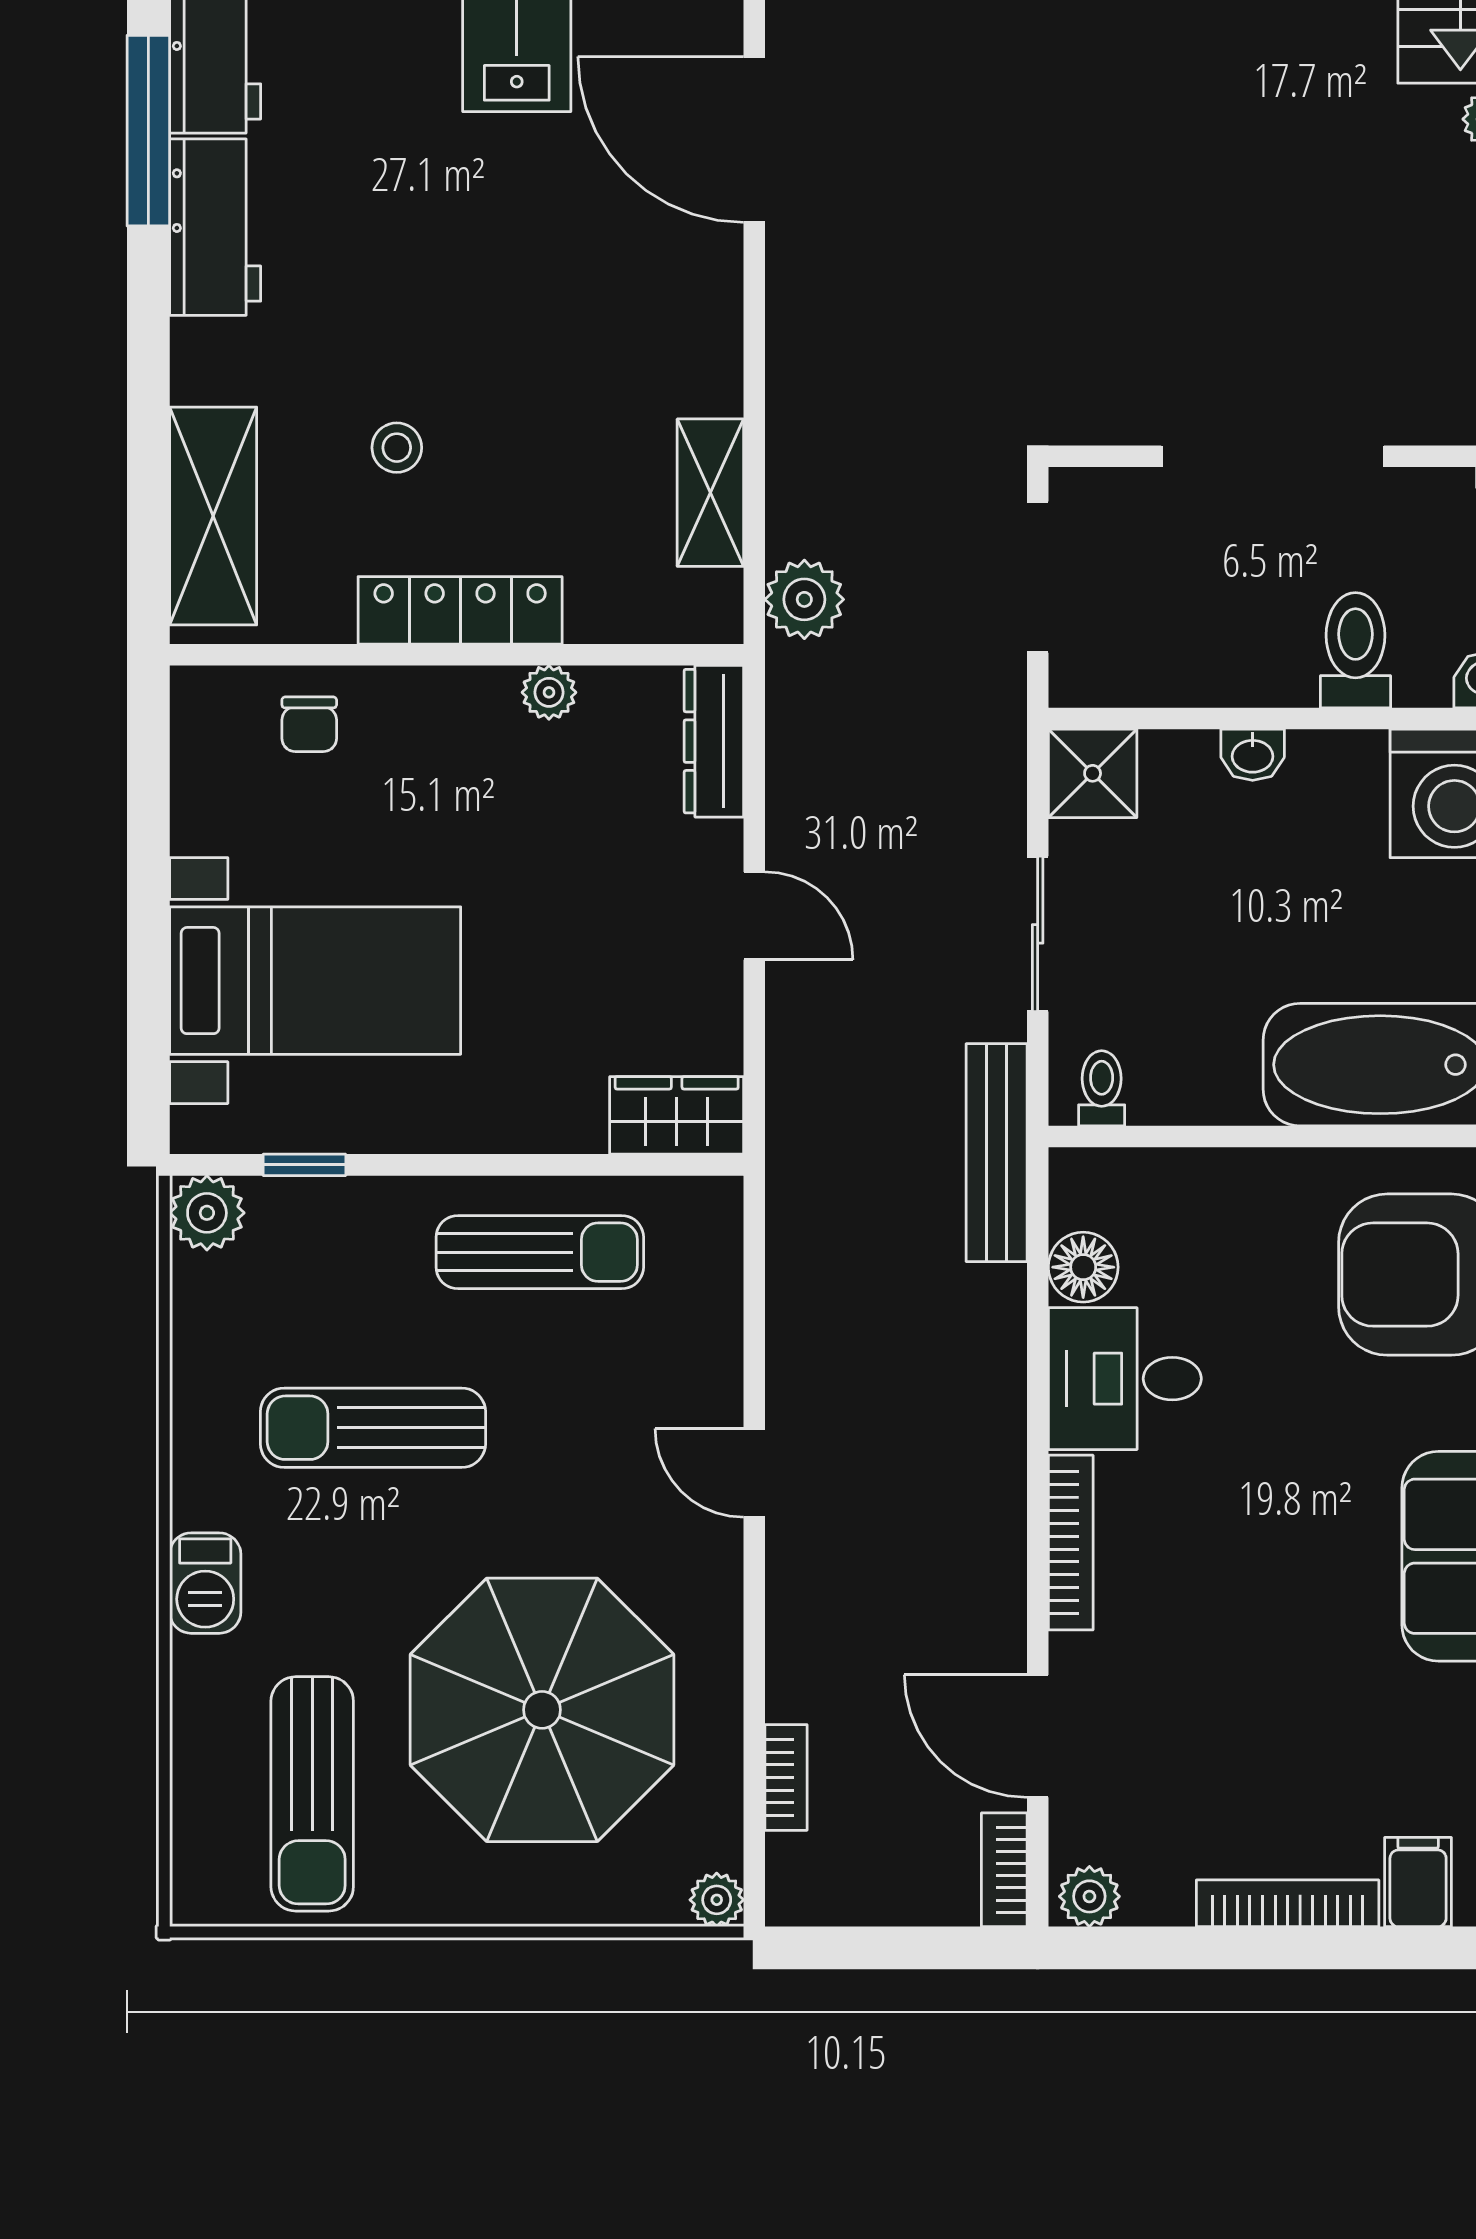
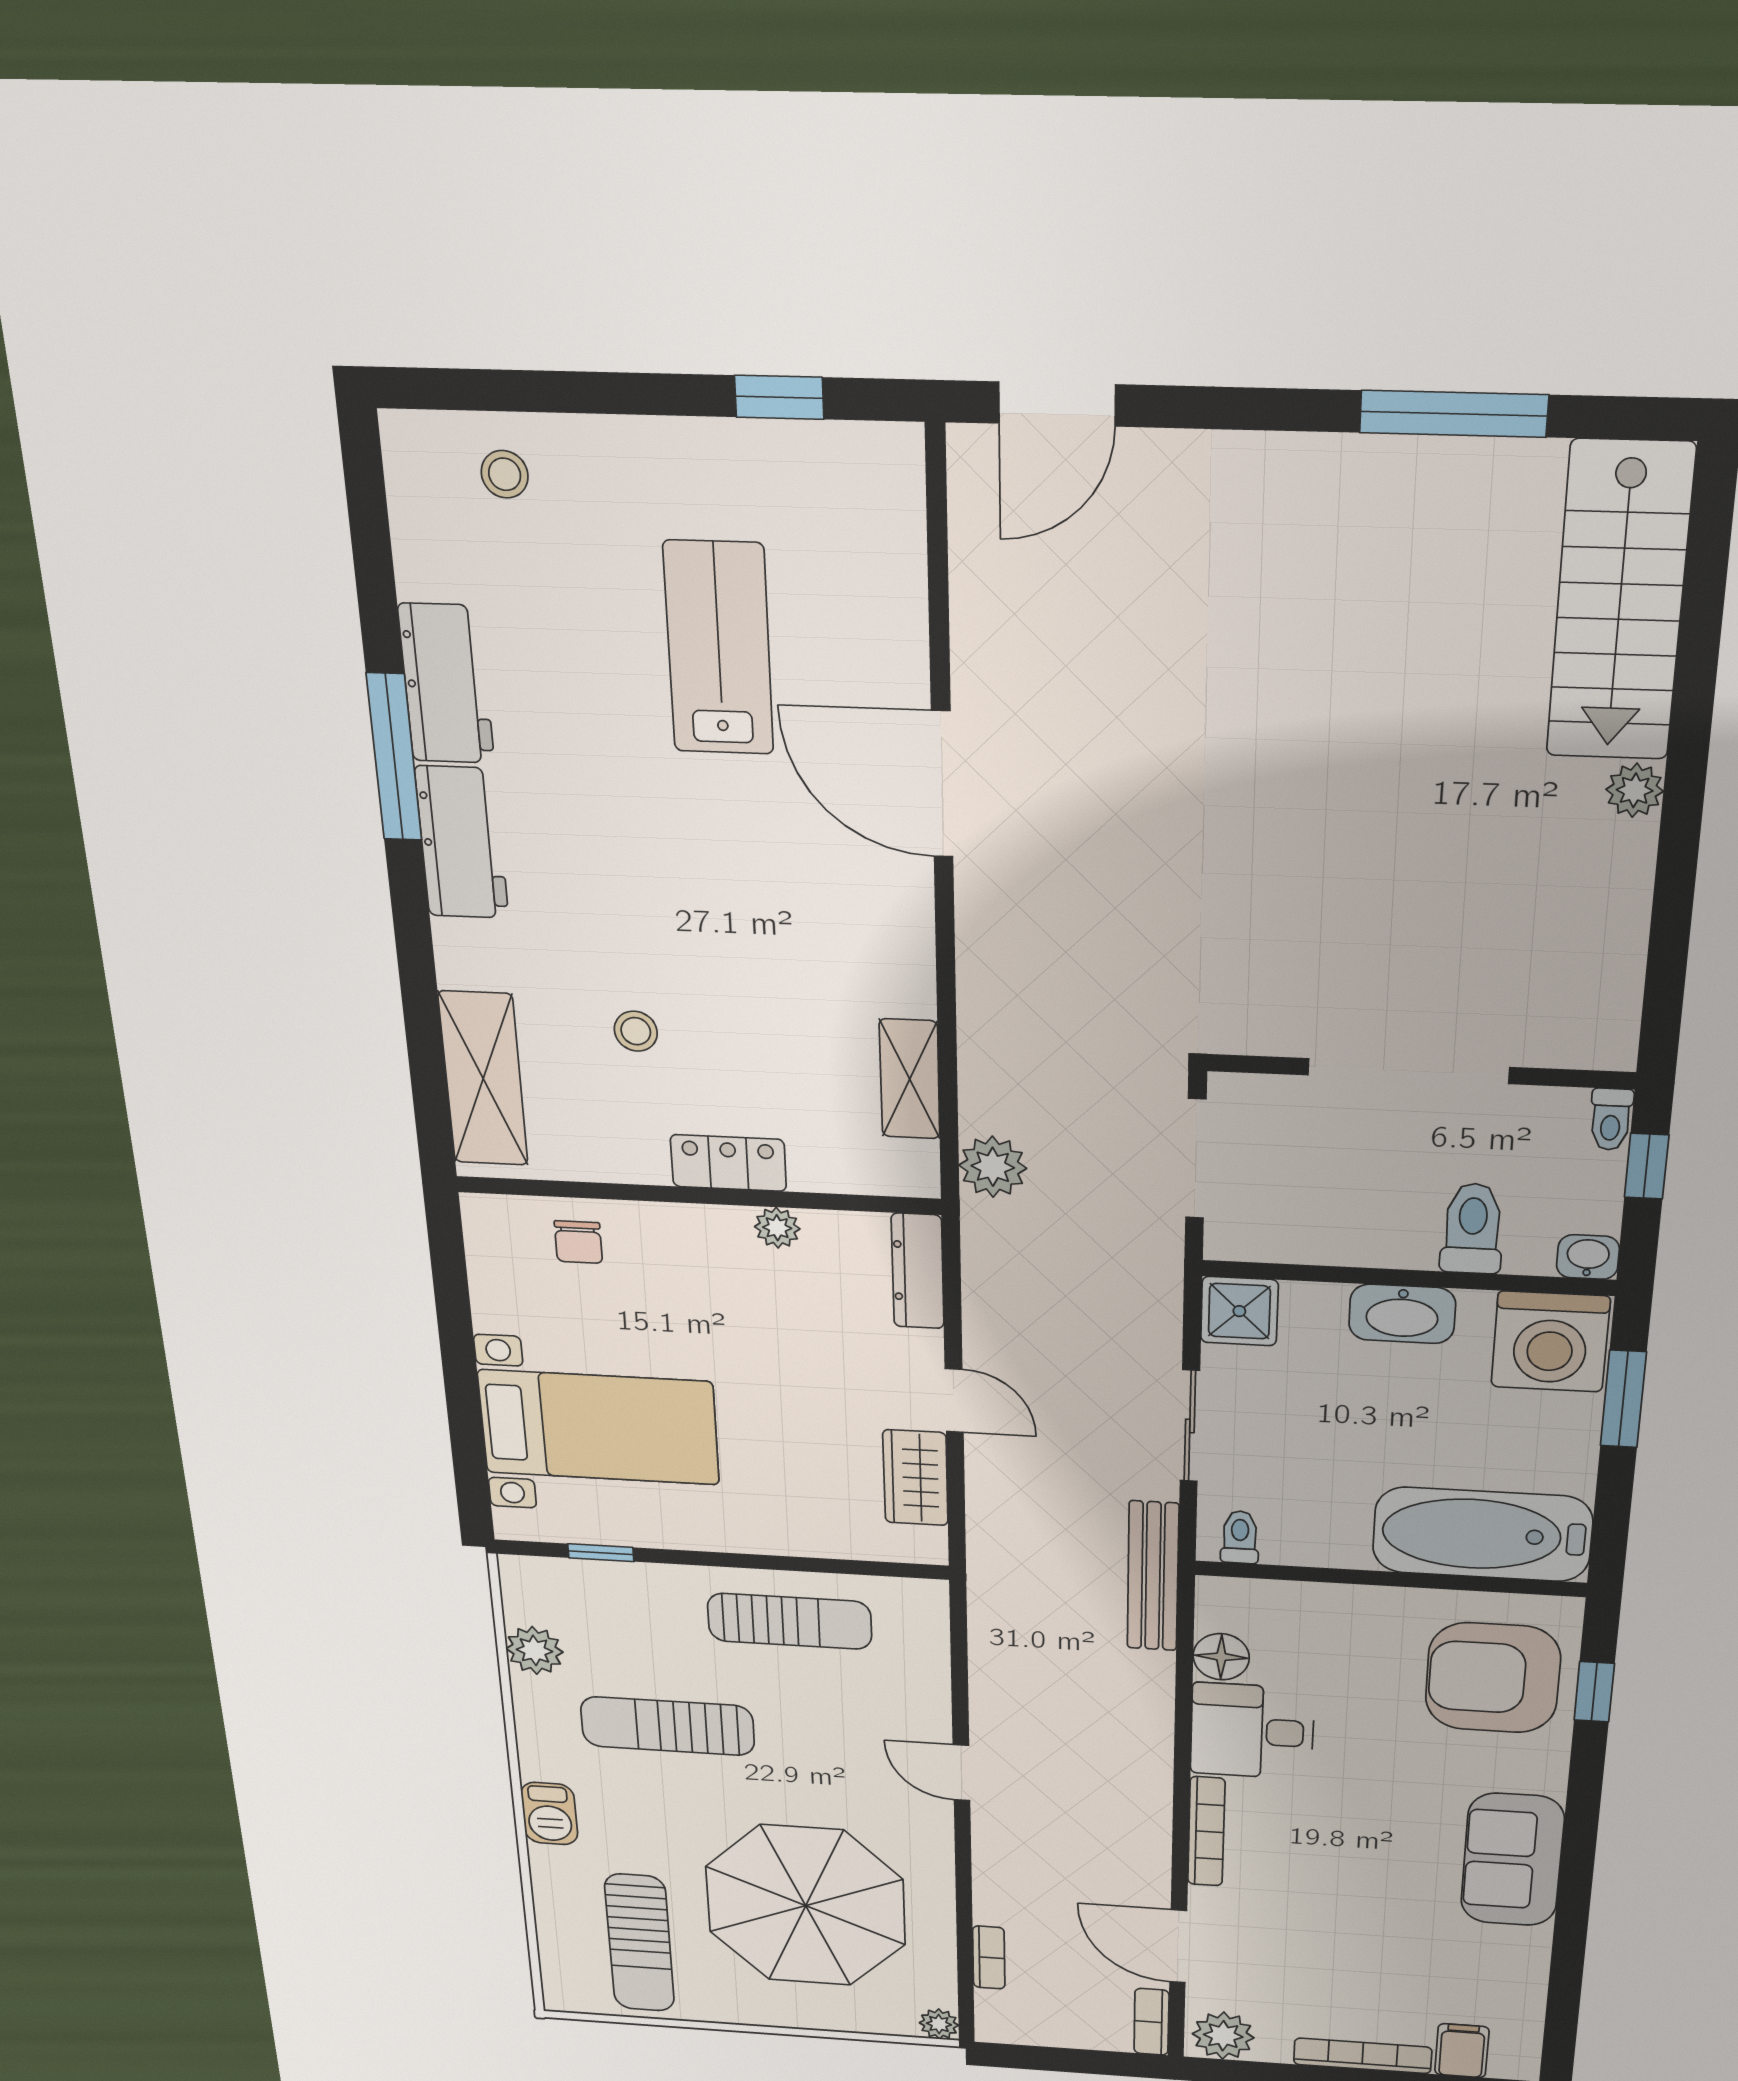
locker: (460, 610) -> (728, 1163), width x0.66
washbasin: (1253, 755) -> (1402, 1314), width x1.91, depth x1.45
wardrobe: (677, 1115) -> (915, 1478), moved, turned -90
plant: (207, 1213) -> (535, 1650), moved
plant: (1089, 1896) -> (1223, 2036), width x1.38, depth x1.38

